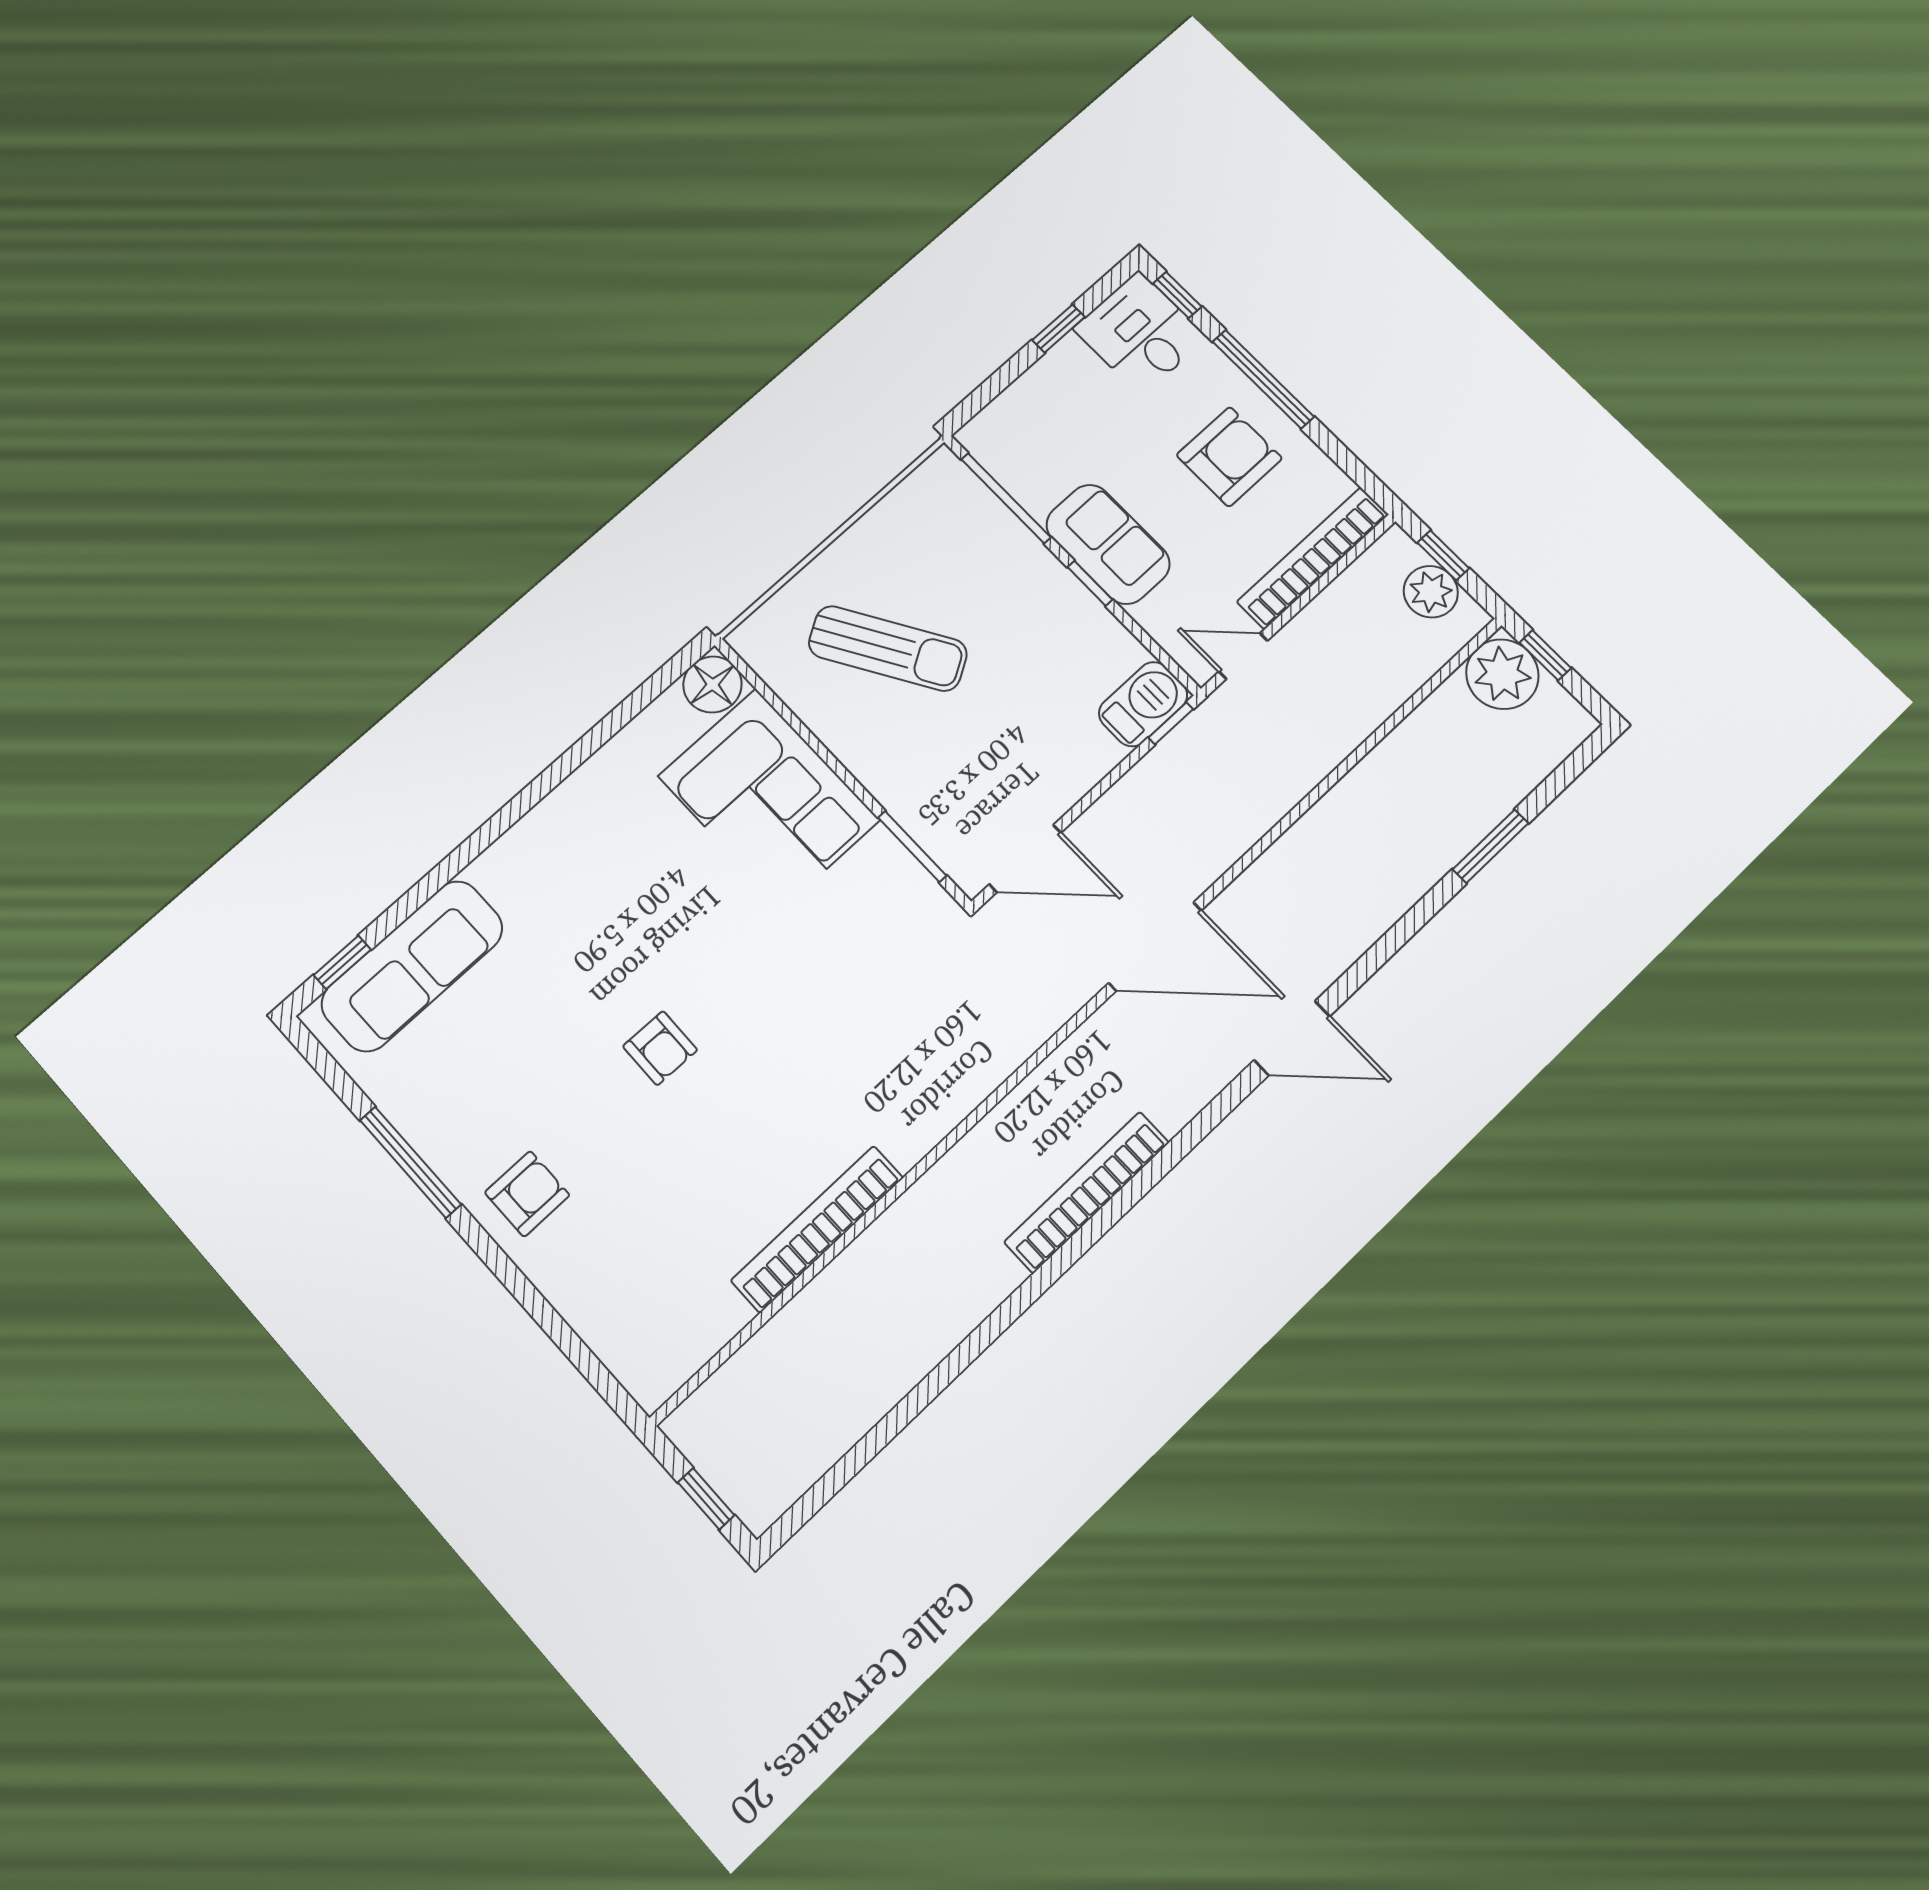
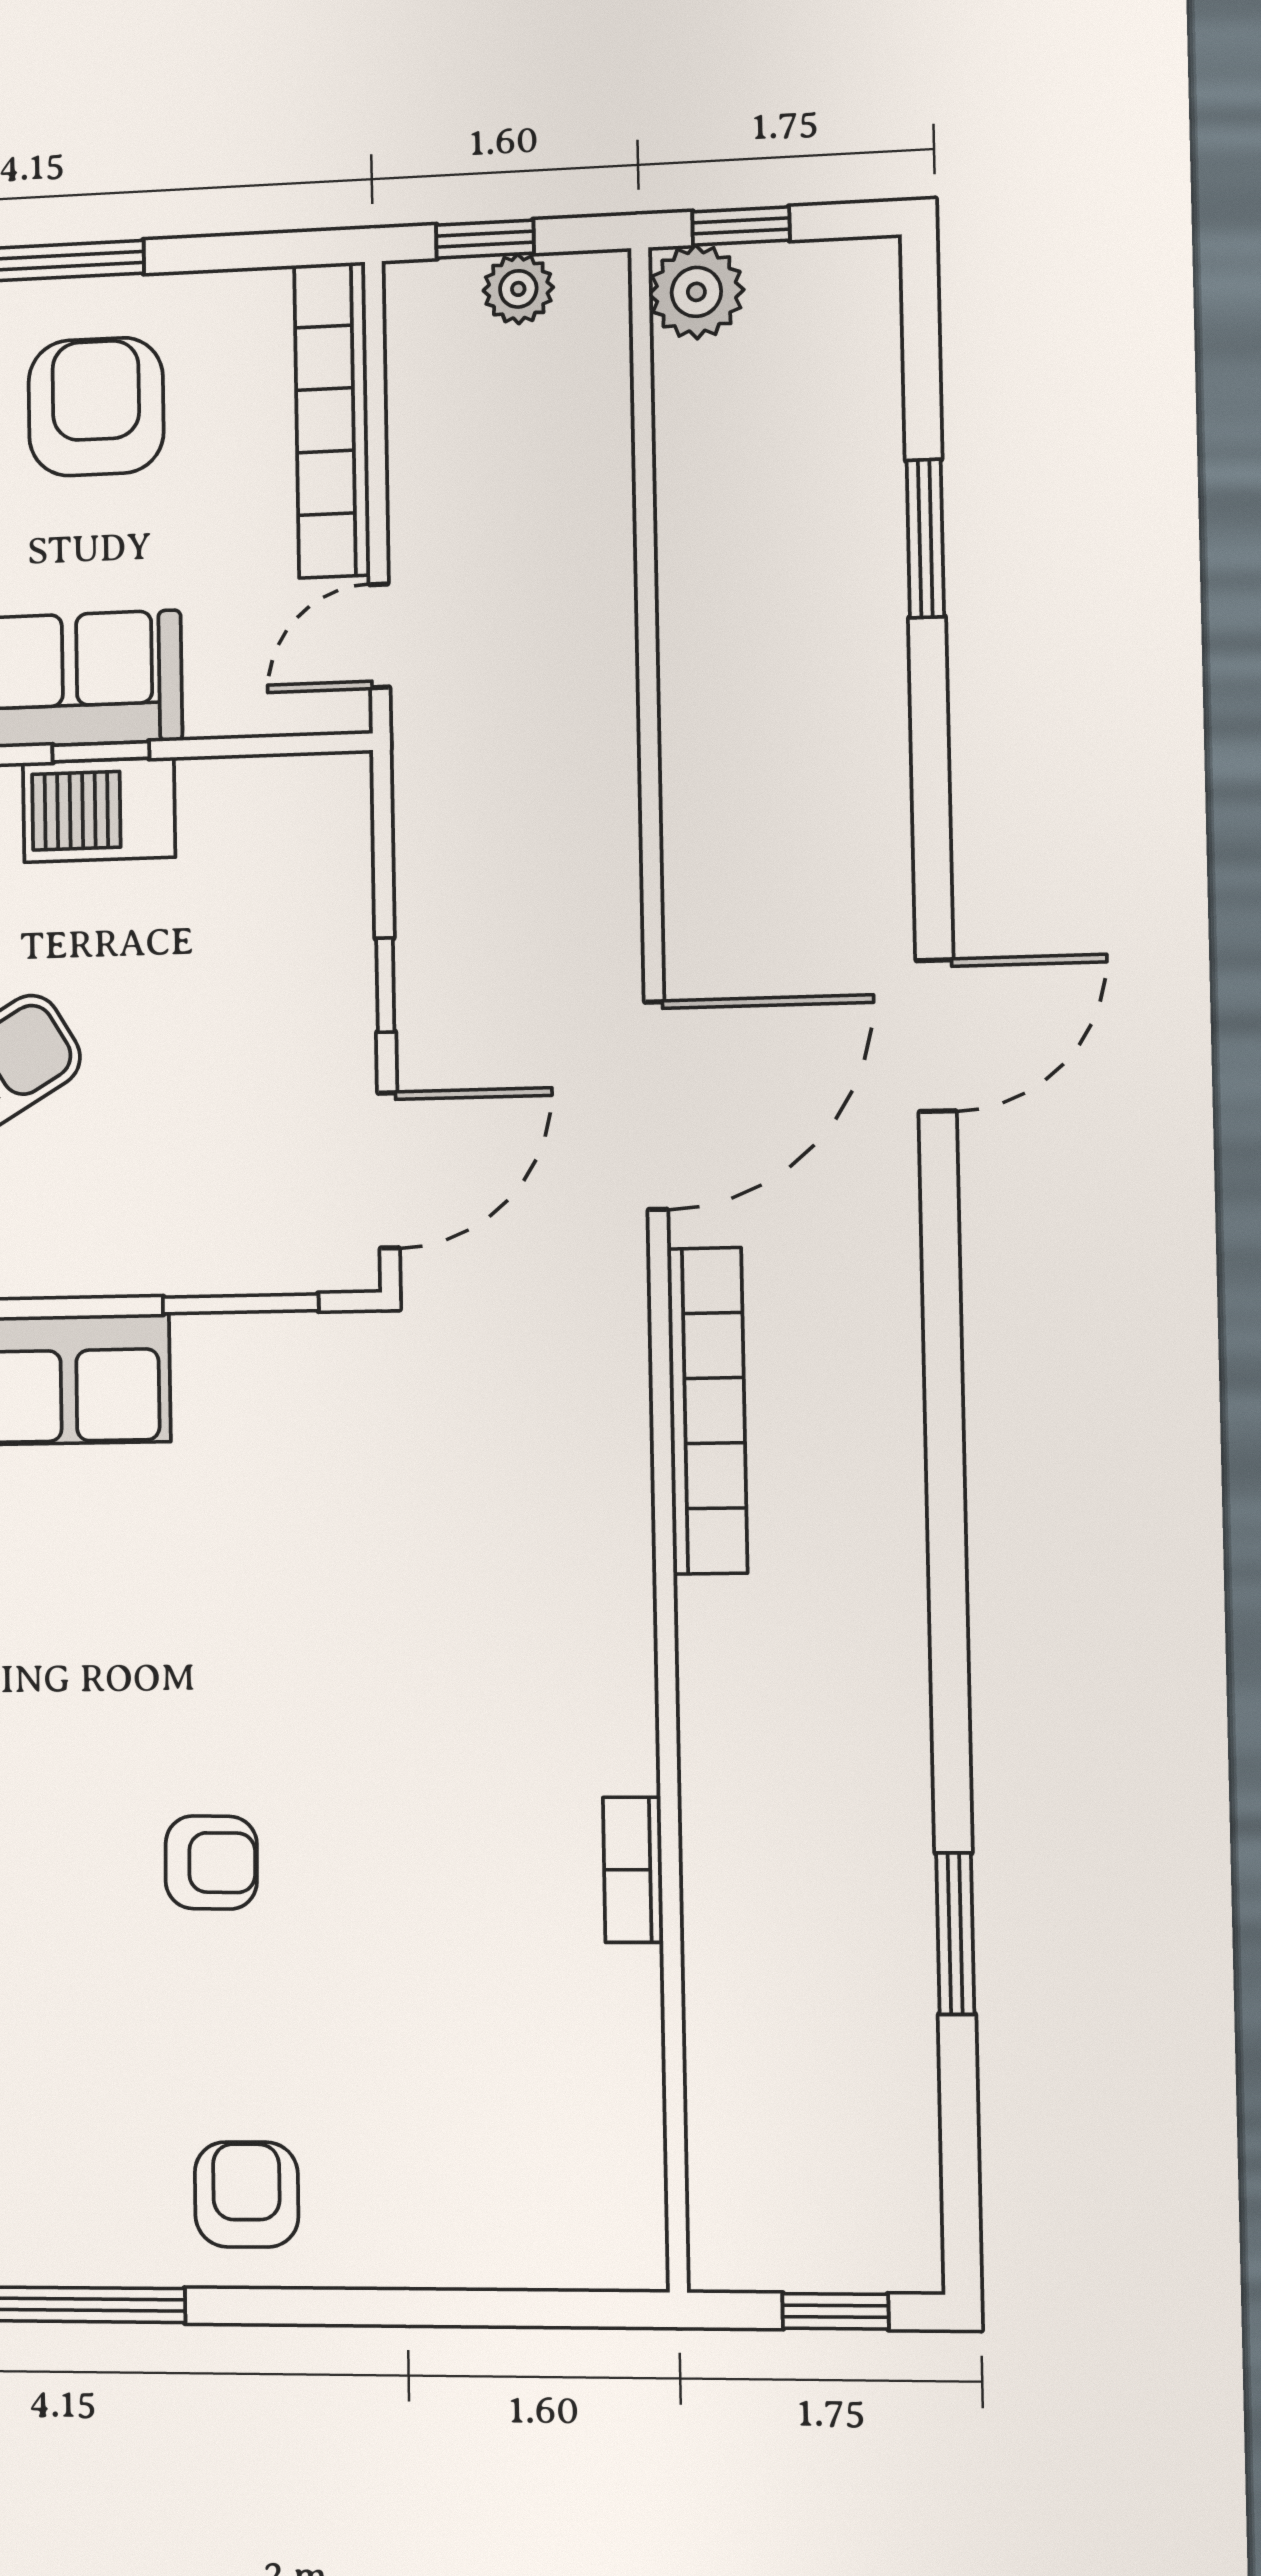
plant: (1431, 592) -> (518, 289), width x0.73, depth x0.73
plant: (1502, 674) -> (696, 292), width x0.73, depth x0.73
barbecue: (1143, 704) -> (99, 810), moved, turned -90
window: (1171, 723) -> (385, 985), moved
bookcase: (1087, 1192) -> (707, 1411), moved, turned 180
bookcase: (817, 1229) -> (633, 1870), width x0.43, depth x0.76
window: (919, 1398) -> (955, 1934), added

